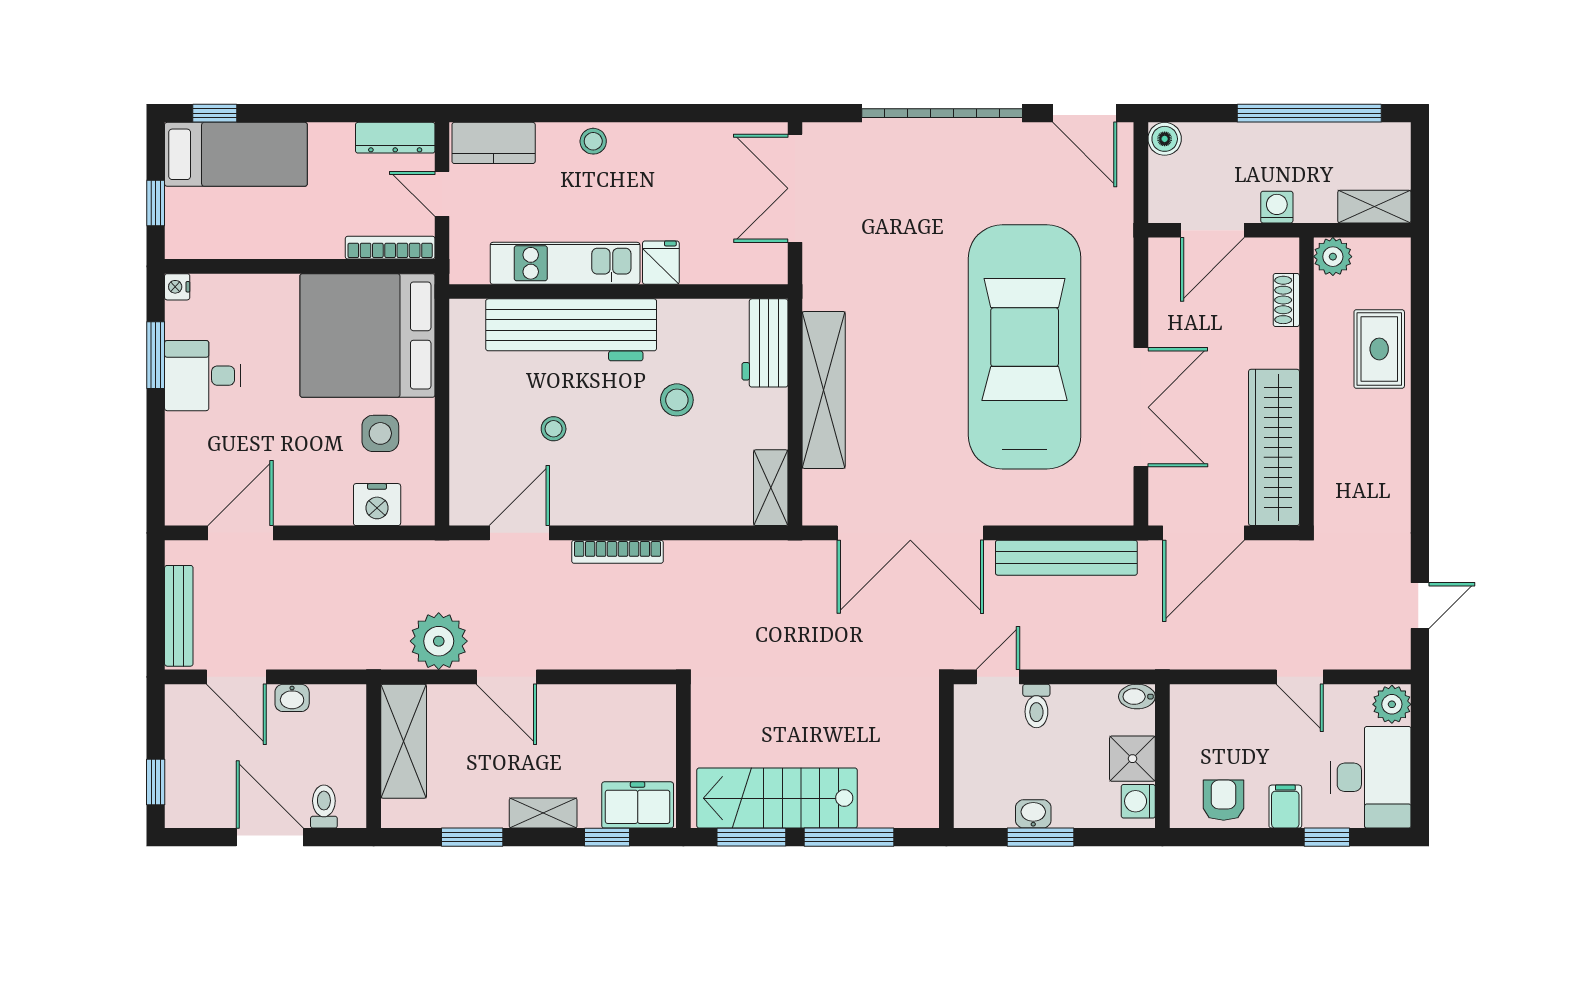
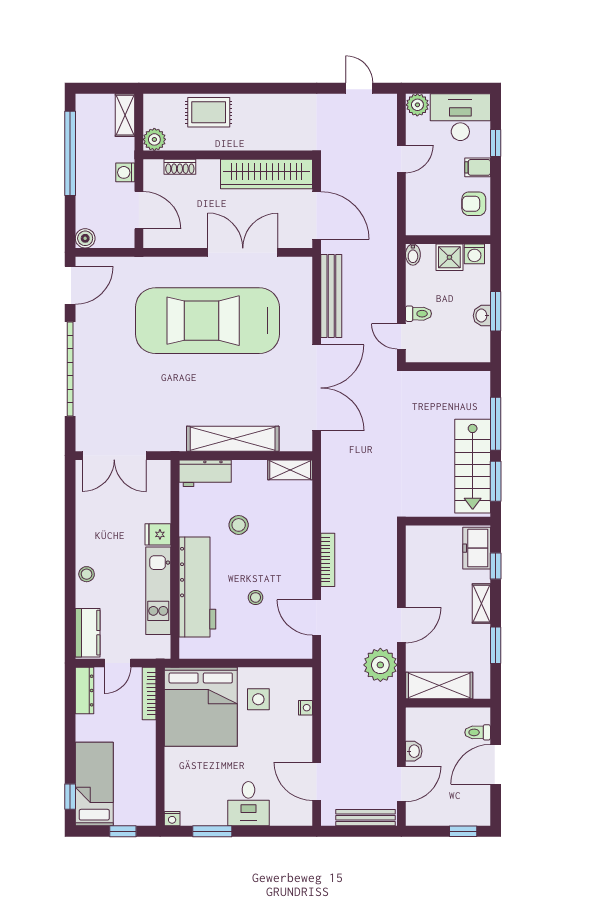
desk: (203, 376) -> (248, 804), moved
nightstand: (377, 505) -> (306, 708), width x0.53, depth x0.56

